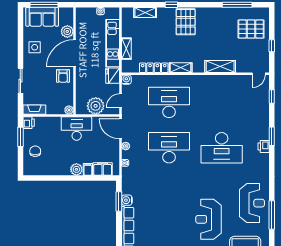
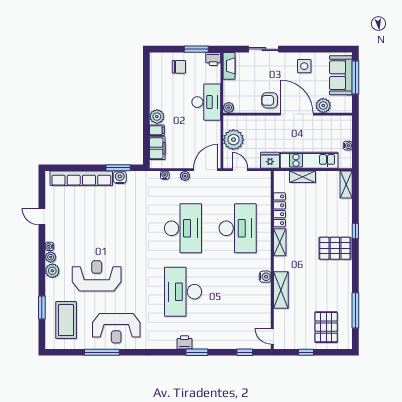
shelving: (145, 12) -> (346, 185), moved
water cooler: (126, 80) -> (265, 277), moved
desk: (77, 128) -> (206, 102), moved

